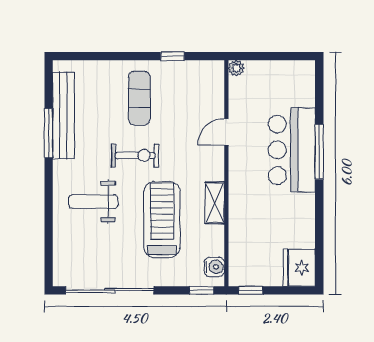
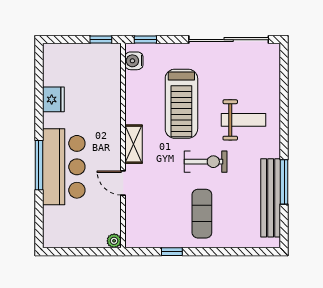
door: (226, 132) -> (123, 183), swing flipped
exercise bike: (135, 155) -> (206, 162), turned 180
shelving: (215, 203) -> (134, 144), moved
fridge: (299, 268) -> (53, 99), moved, width x0.73, depth x0.75

